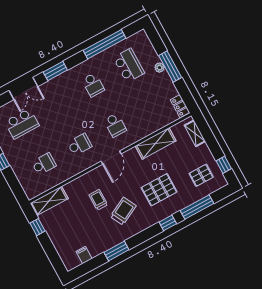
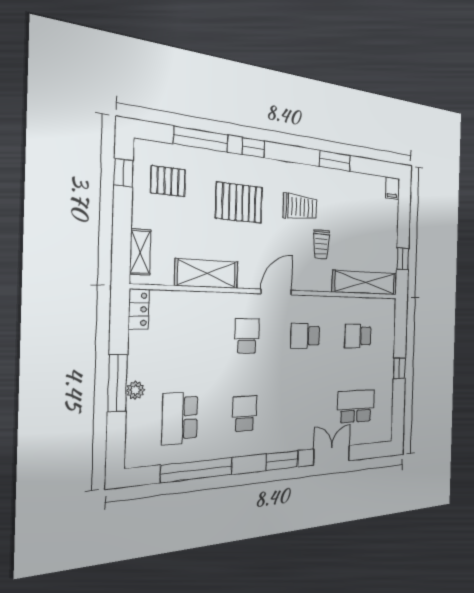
shelving: (49, 201) -> (365, 283), width x1.47
trolley: (123, 211) -> (300, 207), turned -153
filing cabinet: (84, 255) -> (392, 188), moved

